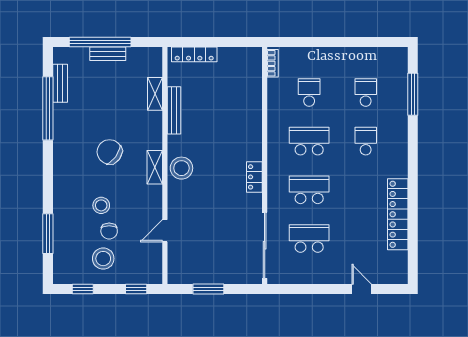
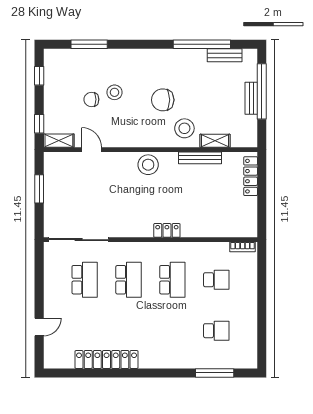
school desk: (366, 141) -> (172, 331), removed
chair: (109, 152) -> (163, 100), turned -126
shelving: (155, 167) -> (59, 141), moved
locker: (254, 177) -> (167, 230), moved
stool: (103, 259) -> (184, 128), moved

